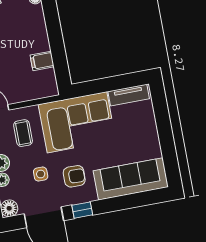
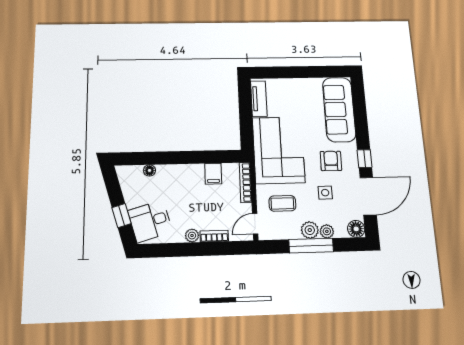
bookcase: (38, 94) -> (245, 182), added

